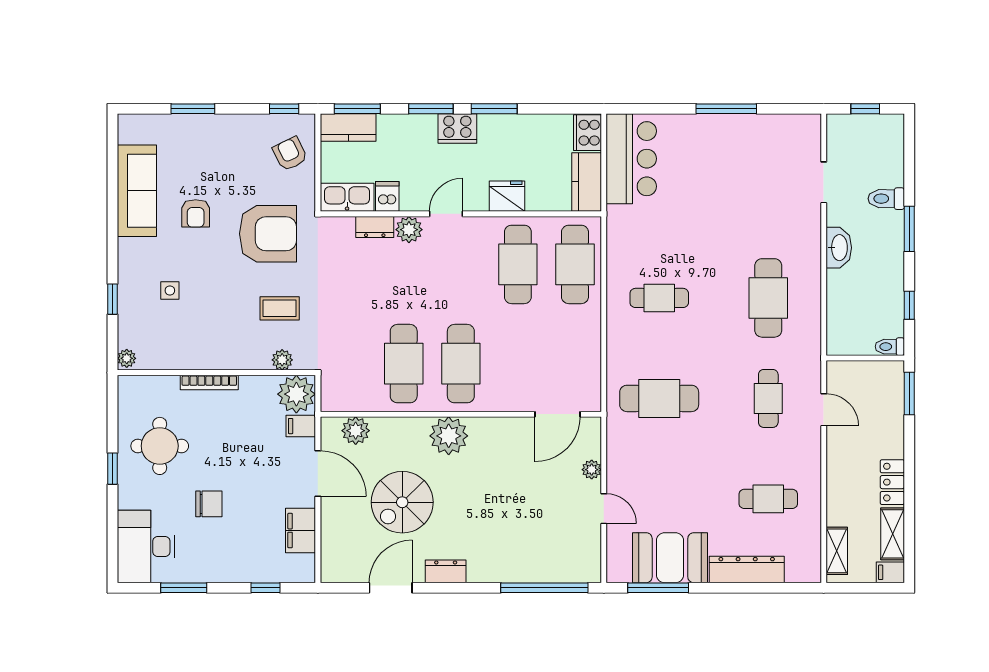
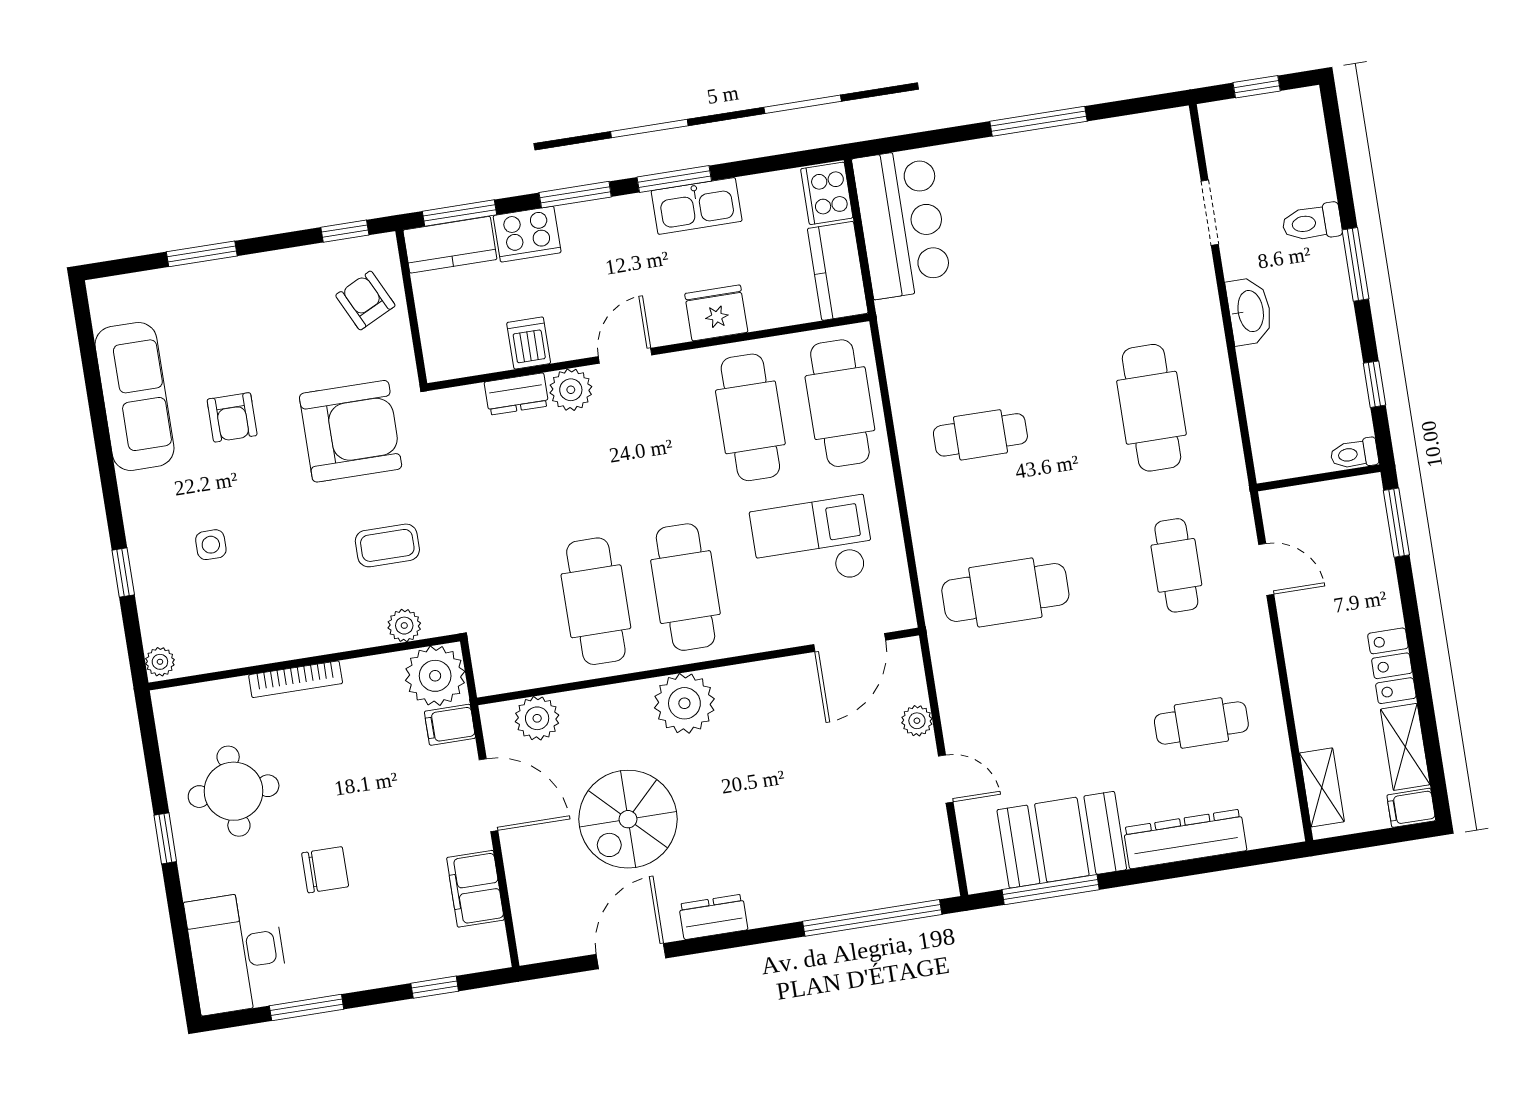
cooker: (457, 129) -> (527, 234), moved
kitchen sink: (347, 197) -> (697, 206), moved, turned 180
checkout: (544, 349) -> (813, 543), added

